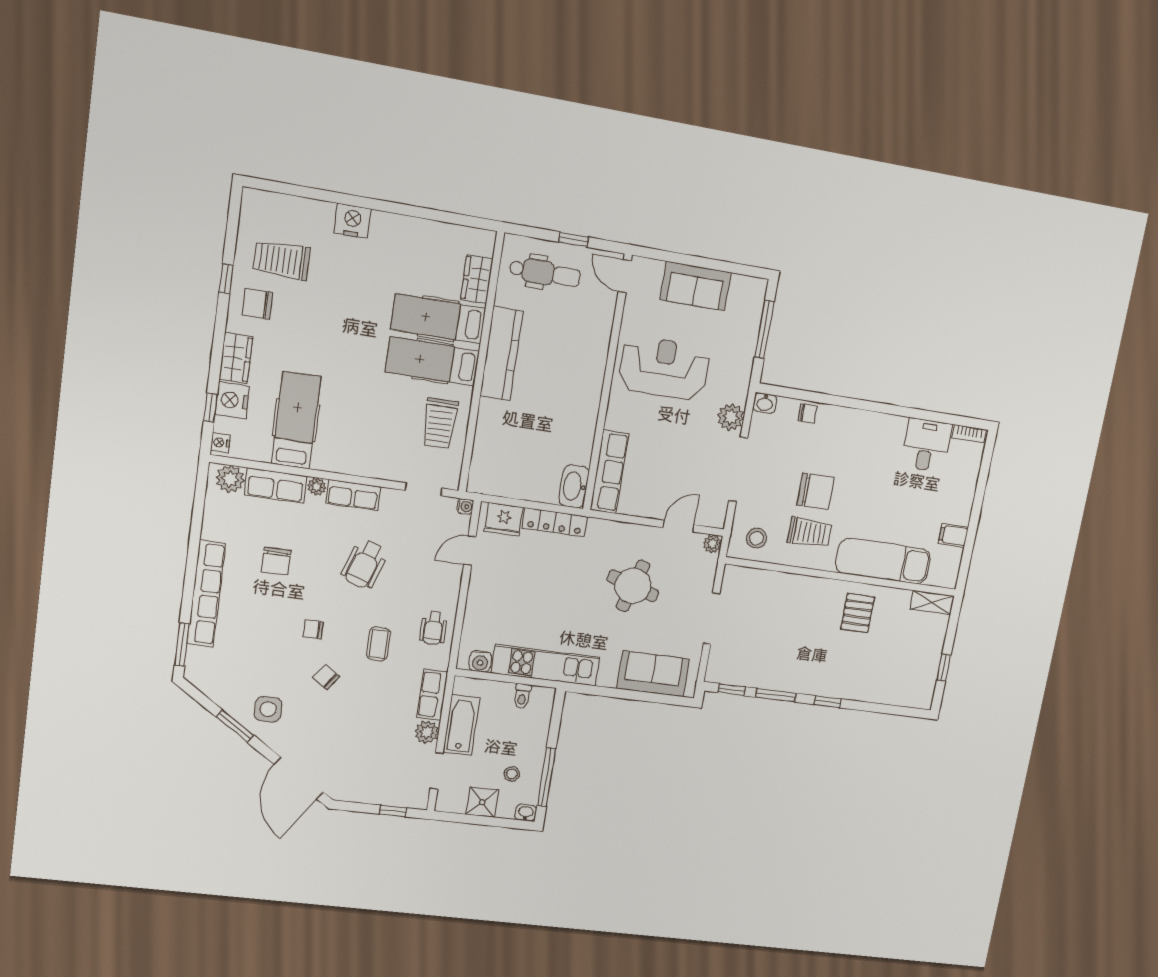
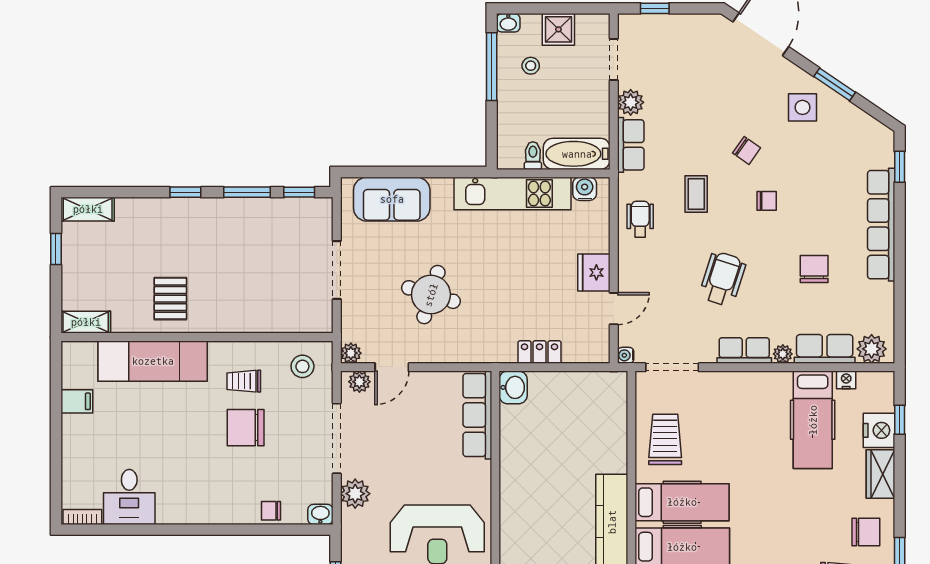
nightstand: (220, 443) -> (846, 380), moved, turned -90
washbasin: (574, 486) -> (513, 387), width x0.72
doorway: (424, 489) -> (672, 367), width x1.38
plant: (709, 517) -> (359, 382), added
fridge: (504, 519) -> (594, 272), moved, turned -90
locker: (555, 522) -> (540, 352), width x0.66
trolley: (809, 532) -> (244, 381), width x0.73, depth x0.72
window: (182, 645) -> (900, 167), width x0.67
shelving: (911, 698) -> (88, 209), added
bathtub: (461, 725) -> (577, 154), moved, turned 90

